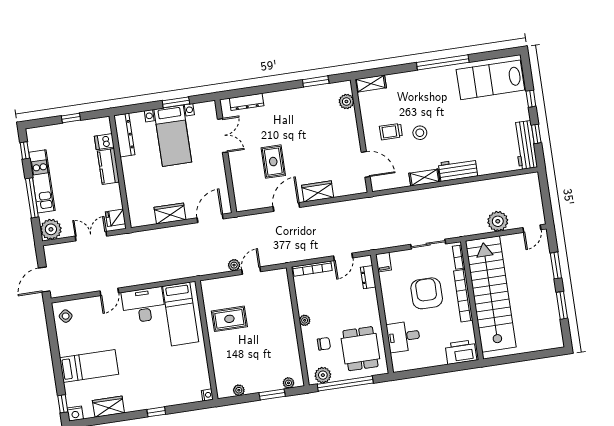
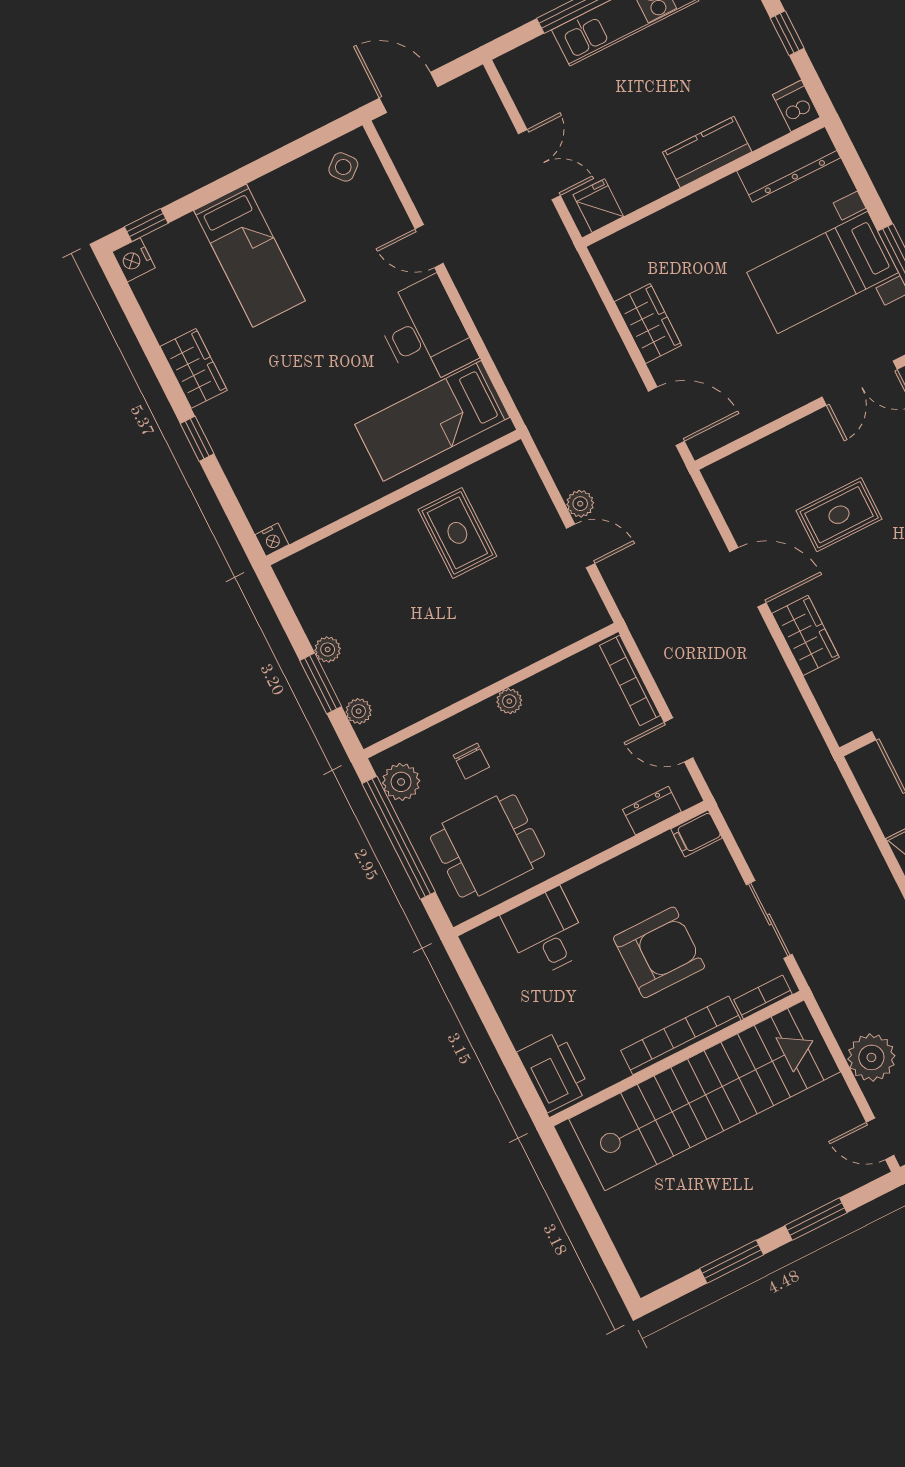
dishwasher: (104, 142) -> (796, 106), moved
plant: (51, 229) -> (525, 71), removed
plant: (239, 390) -> (328, 649), moved
wardrobe: (108, 407) -> (194, 368), moved

